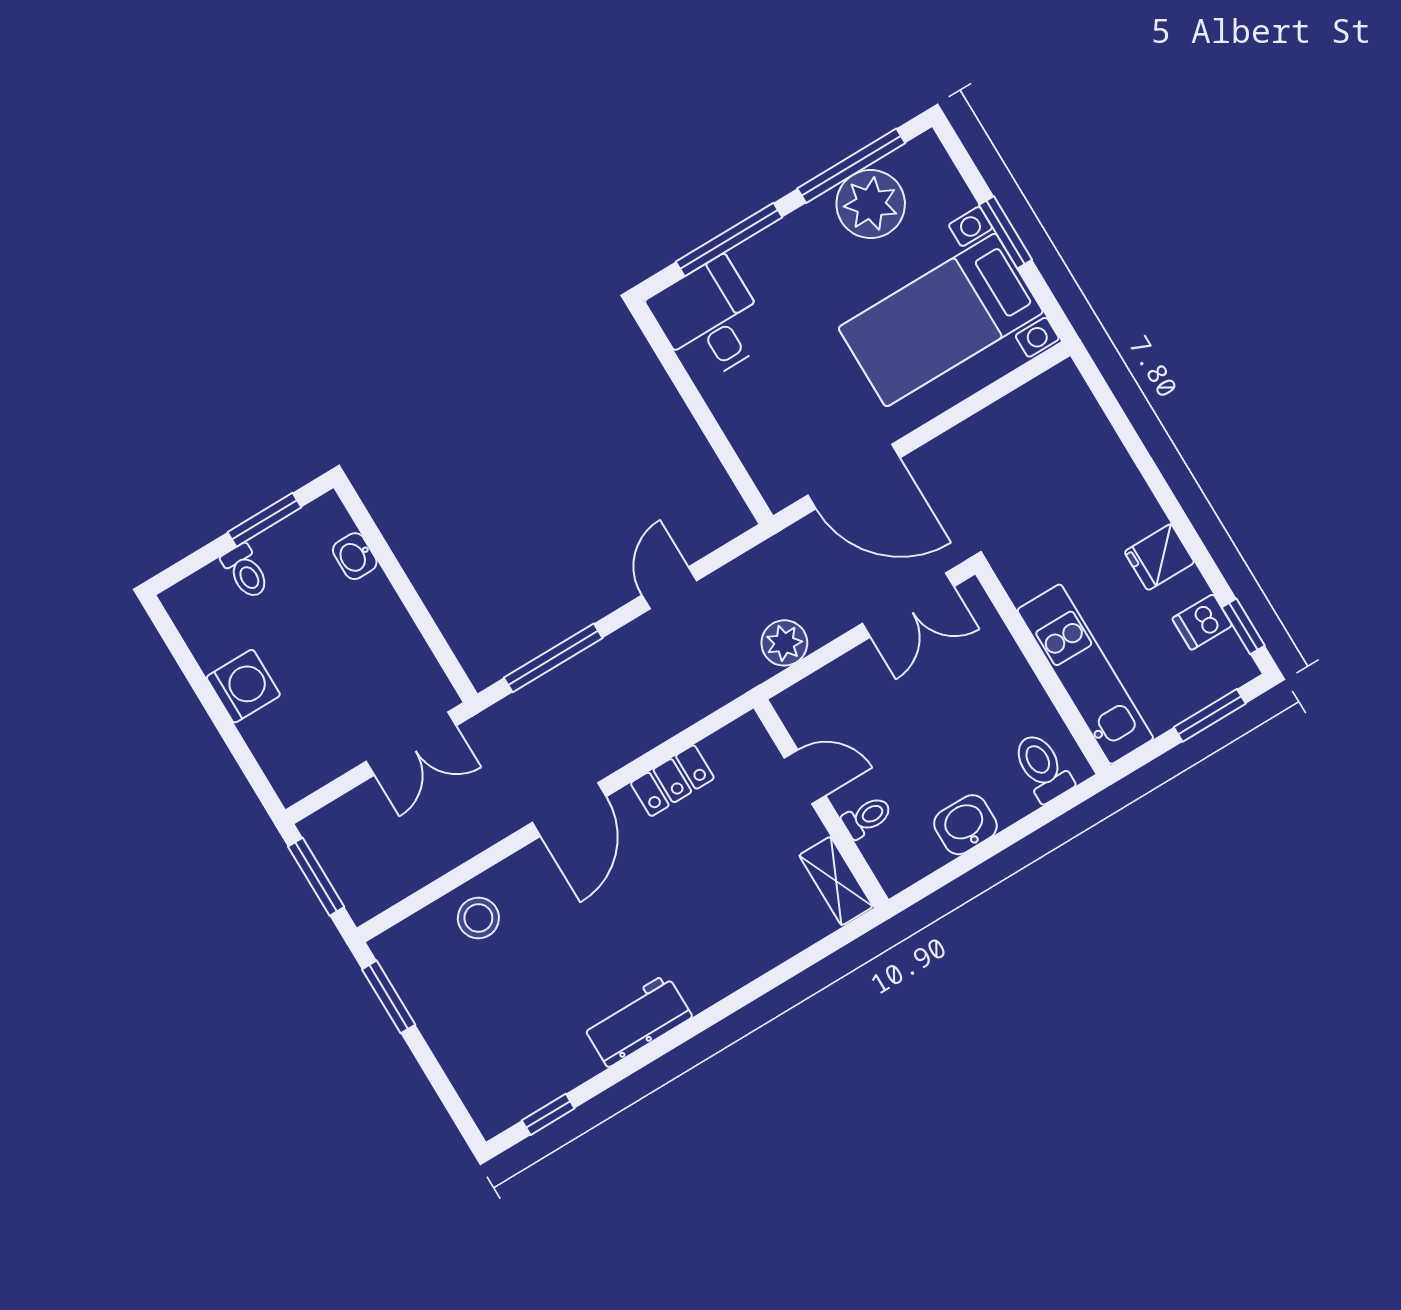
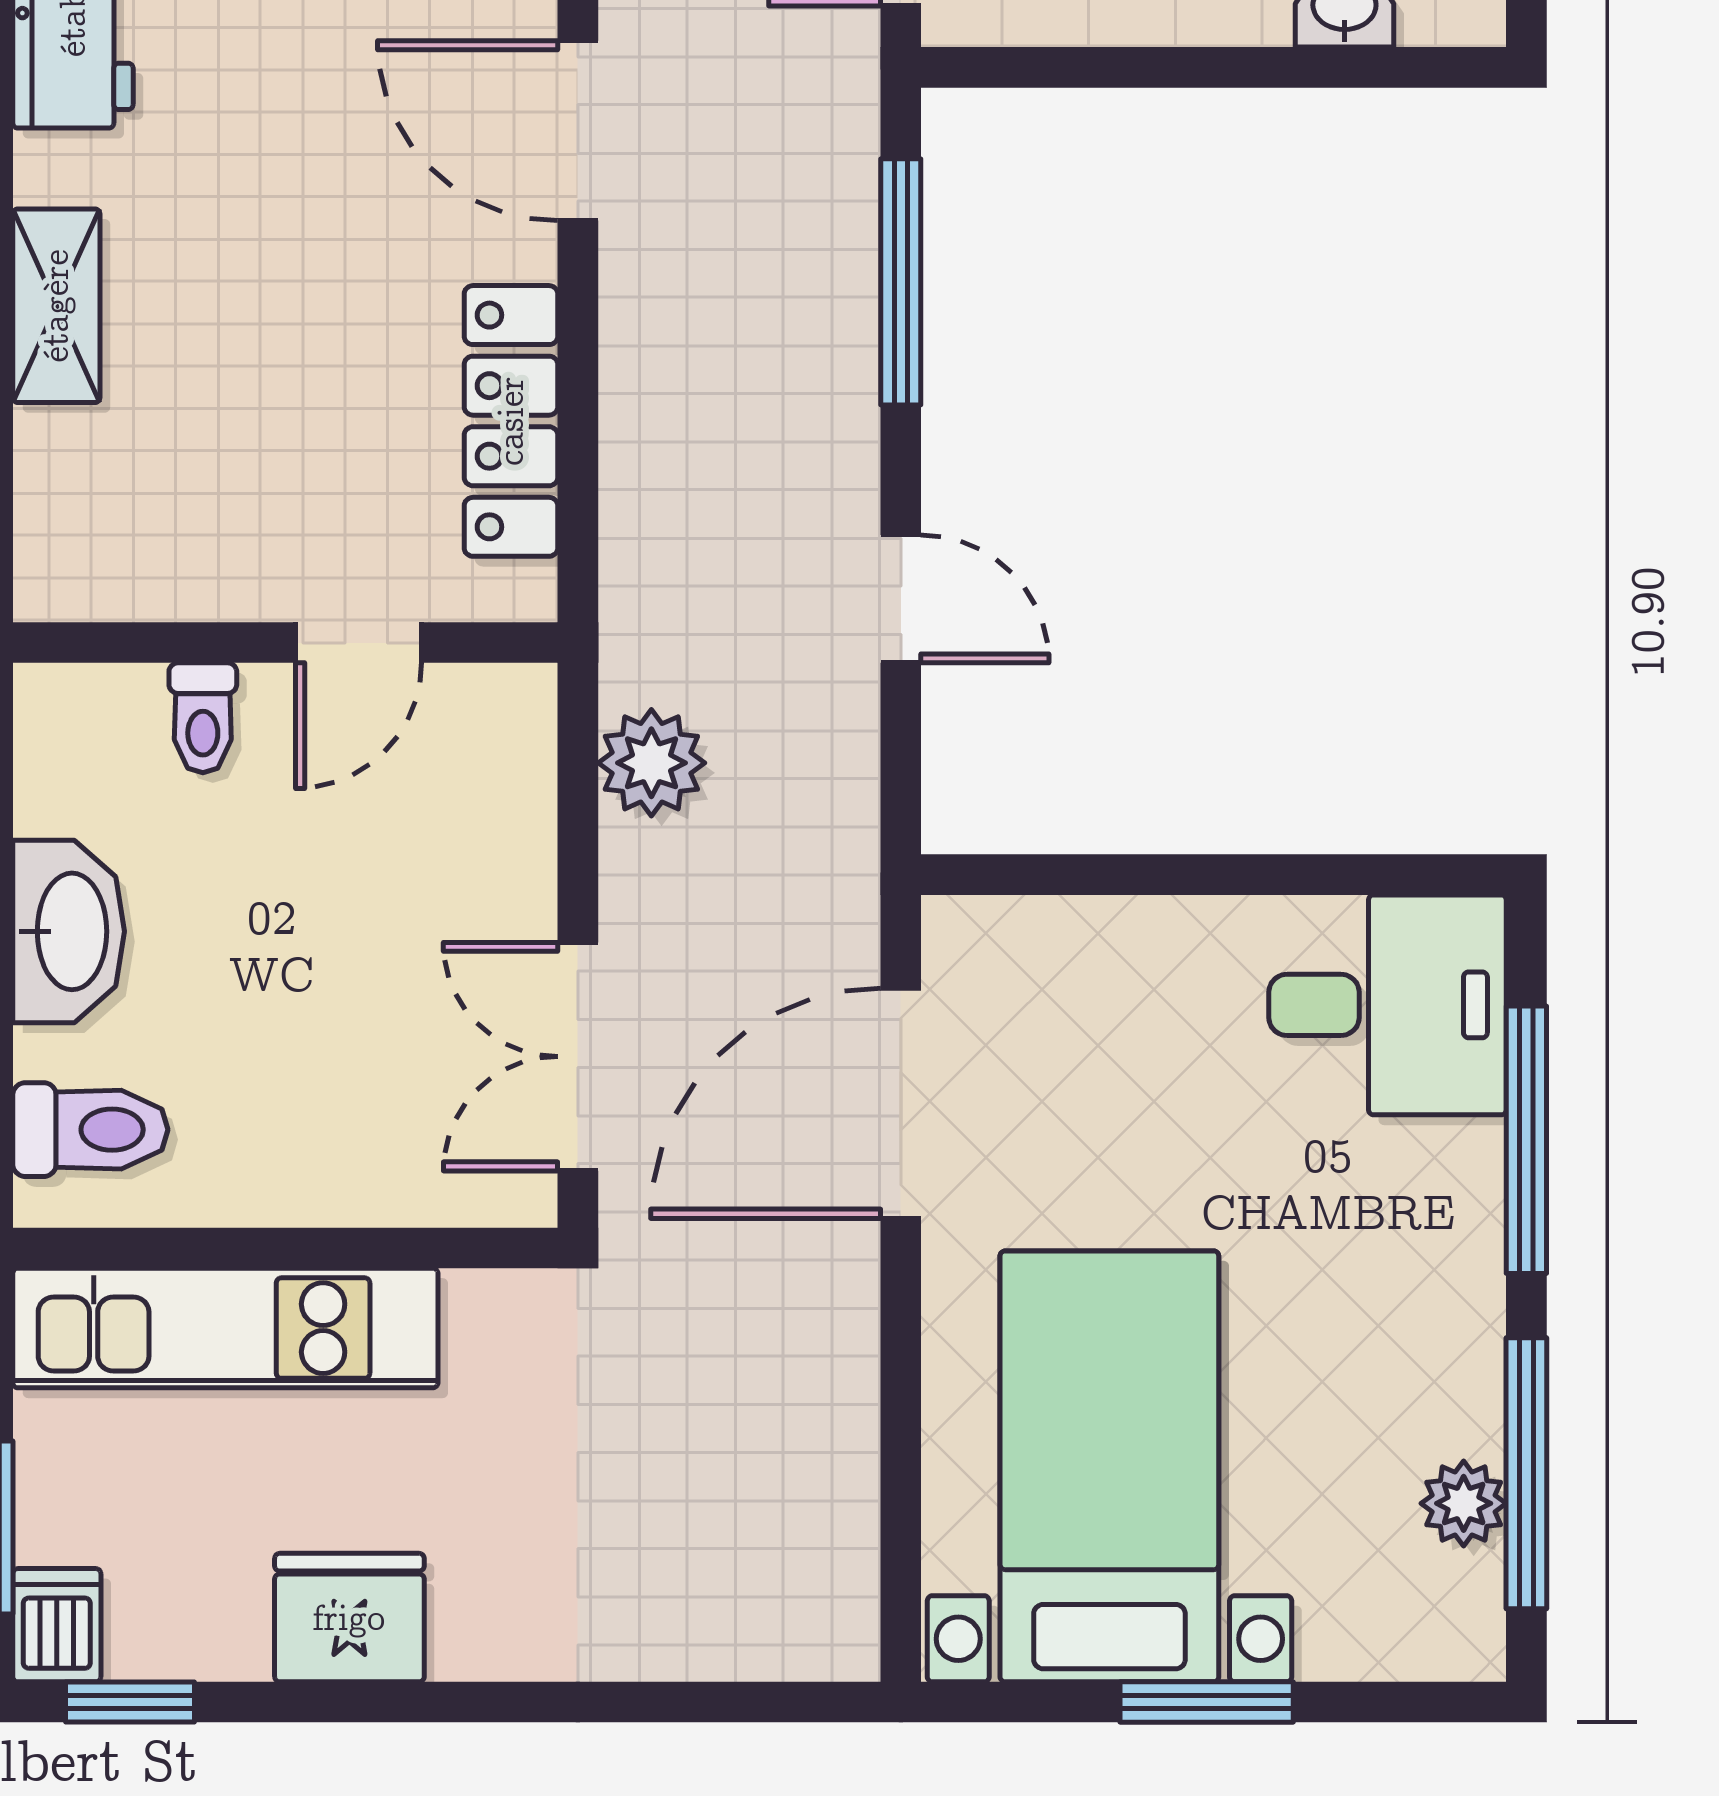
plant: (871, 204) -> (1464, 1503), width x0.53, depth x0.53
fridge: (1159, 557) -> (349, 1618), width x1.38
dishwasher: (1202, 622) -> (57, 1625), moved
locker: (672, 781) -> (511, 421), width x1.53
washbasin: (965, 825) -> (69, 931), width x1.38
shelving: (836, 881) -> (56, 306), moved, turned 90

